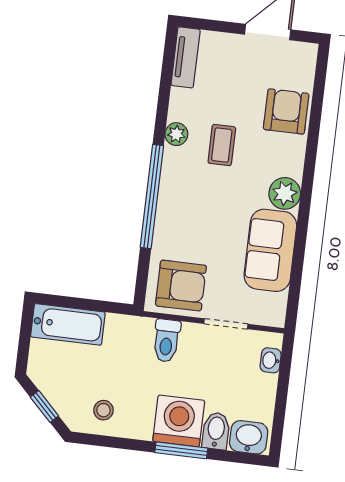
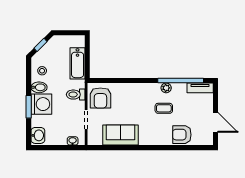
armchair: (286, 111) -> (182, 135), turned 180
plant: (285, 193) -> (146, 138), removed
window: (152, 196) -> (181, 81), moved
bathtub: (68, 324) -> (78, 63), moved
bidet: (216, 431) -> (39, 87), moved

